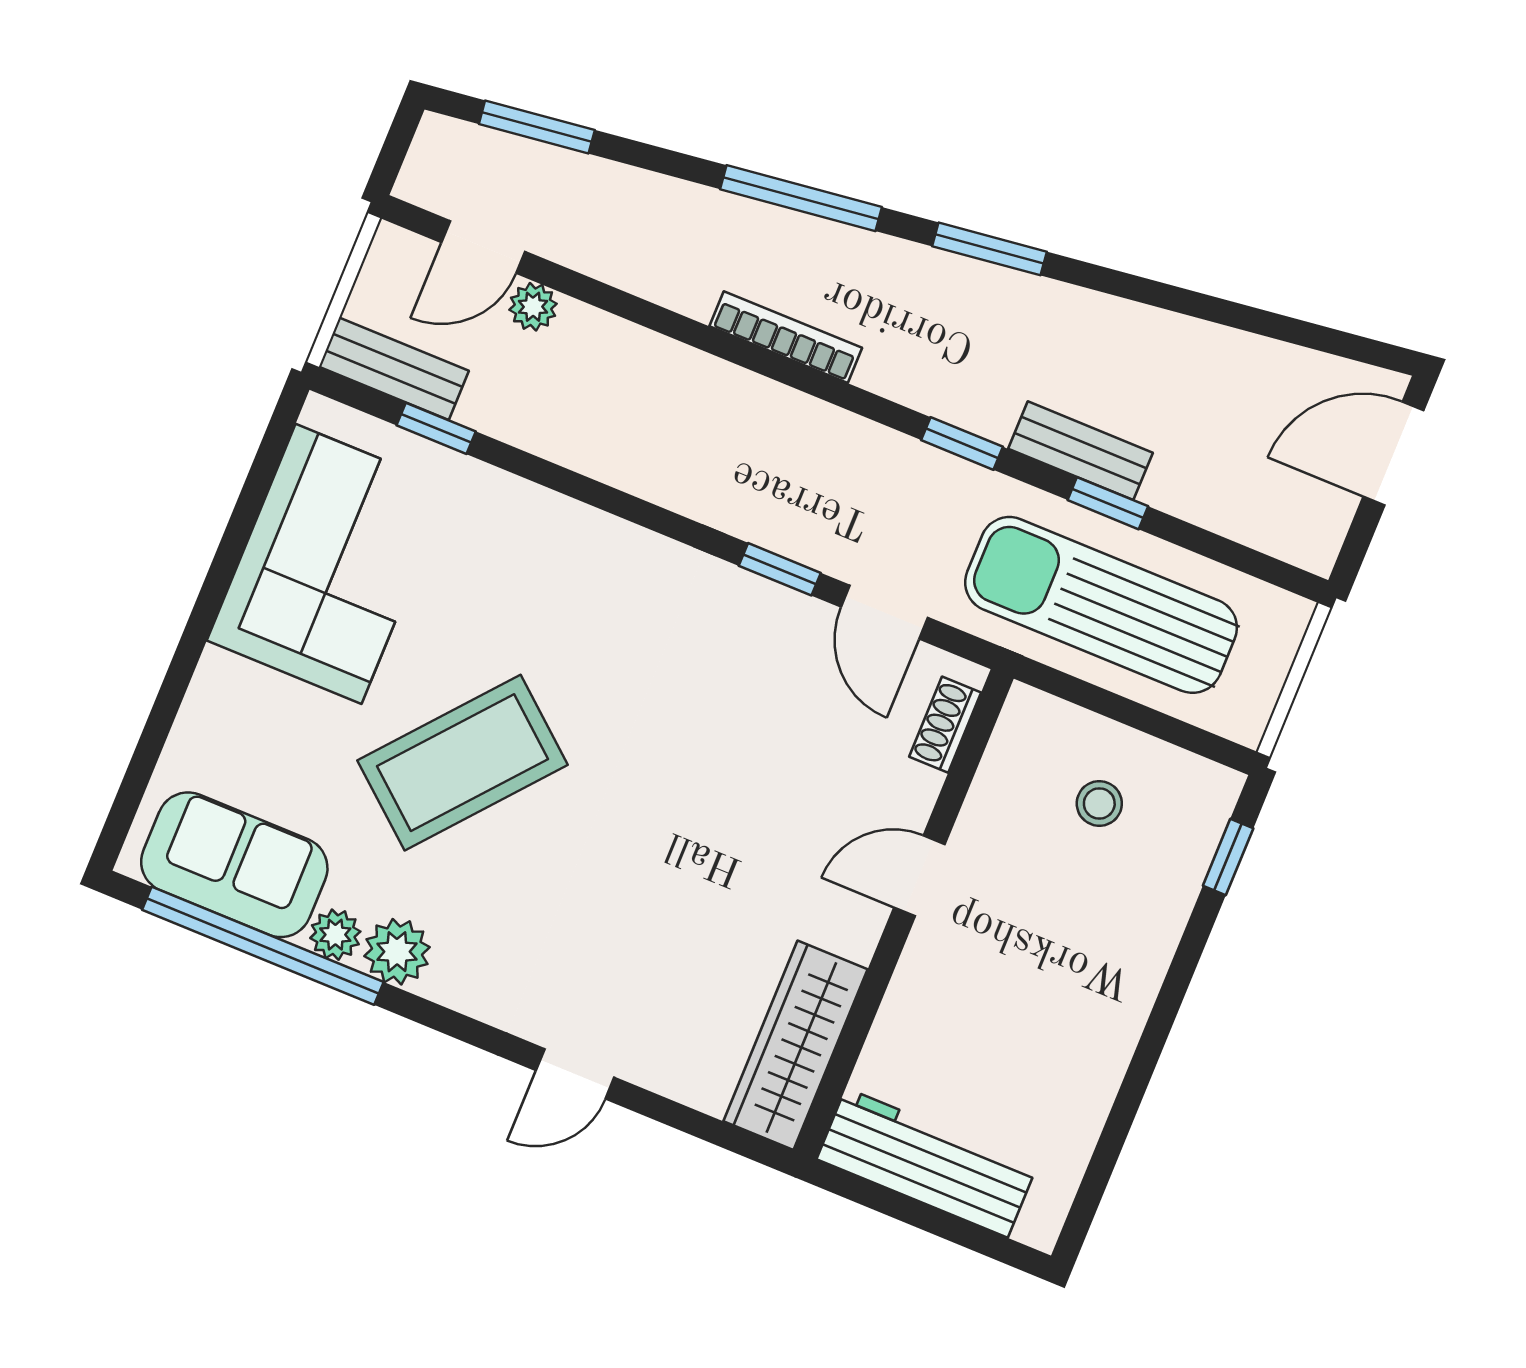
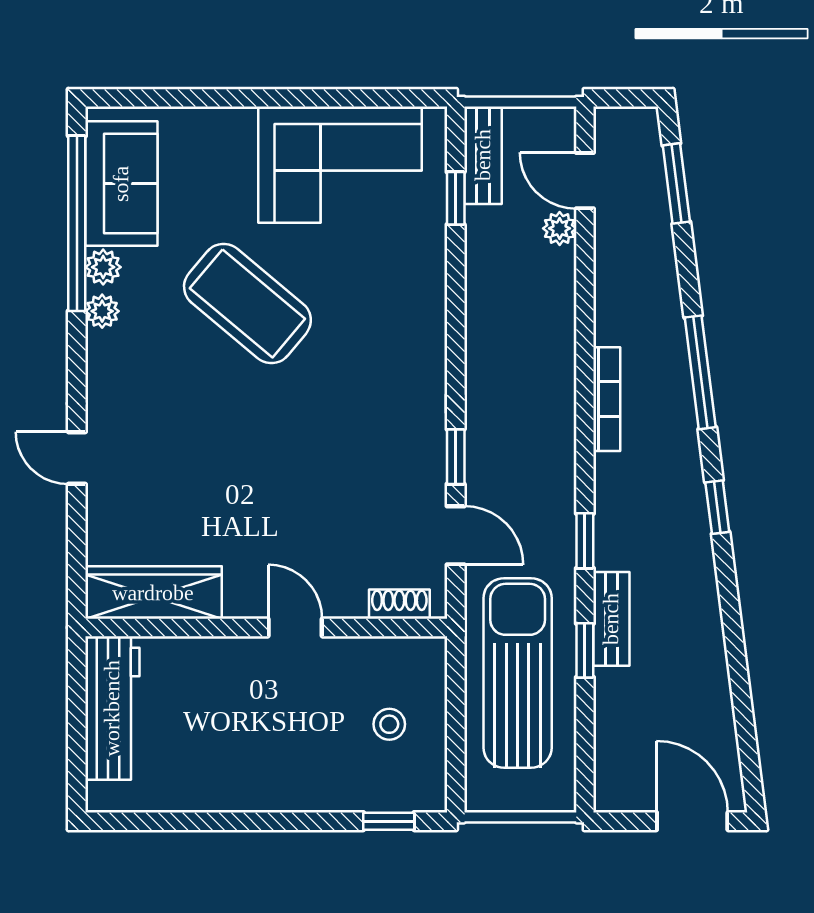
window: (989, 249) -> (717, 507), width x0.67
door: (884, 612) -> (456, 535), swing flipped
plant: (397, 952) -> (102, 311), width x0.73, depth x0.73

